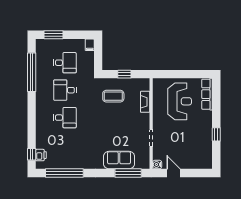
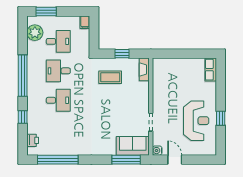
plant: (43, 55) -> (35, 33), added
window: (32, 72) -> (23, 76), moved
row of seats: (207, 94) -> (211, 70), width x0.68
reception desk: (180, 101) -> (196, 121), moved
fireplace: (145, 102) -> (144, 69), moved
window: (32, 154) -> (23, 117), moved
sofa: (119, 160) -> (133, 146), moved

